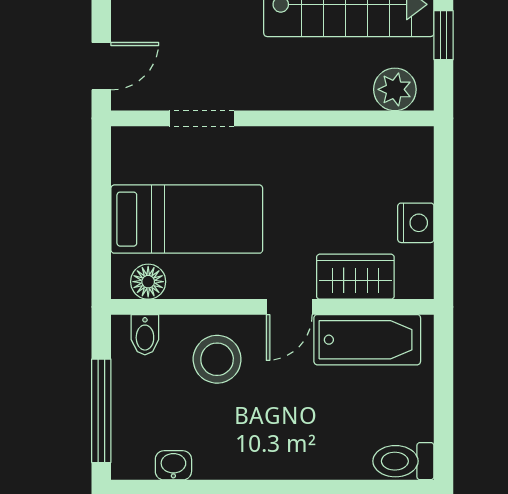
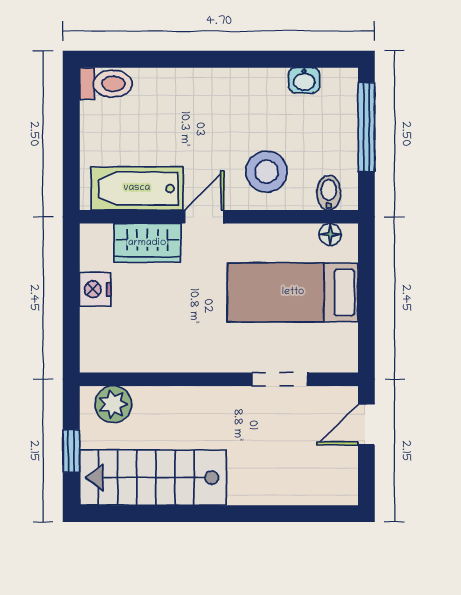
floor lamp: (148, 282) -> (330, 234), width x0.73, depth x0.73

